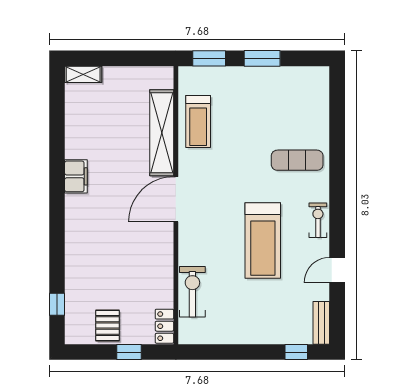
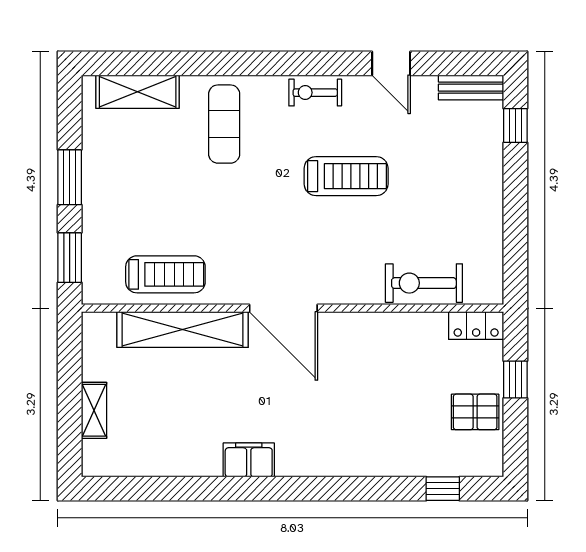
shelving: (83, 74) -> (94, 410), moved
shelving: (318, 103) -> (138, 92), added
treadmill: (263, 241) -> (346, 176), width x0.73, depth x0.73

